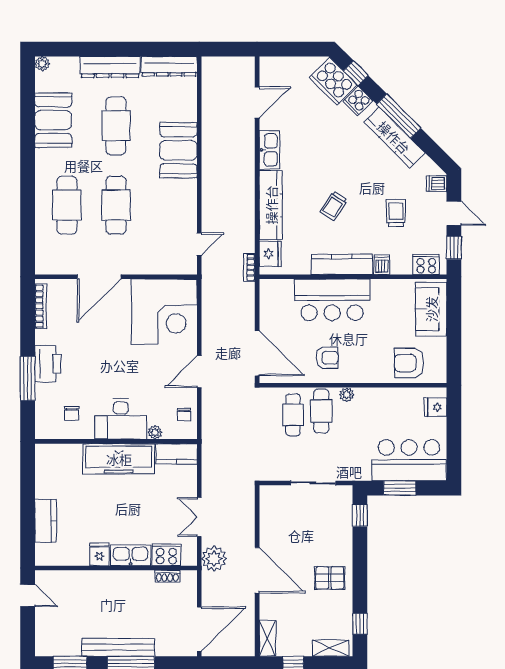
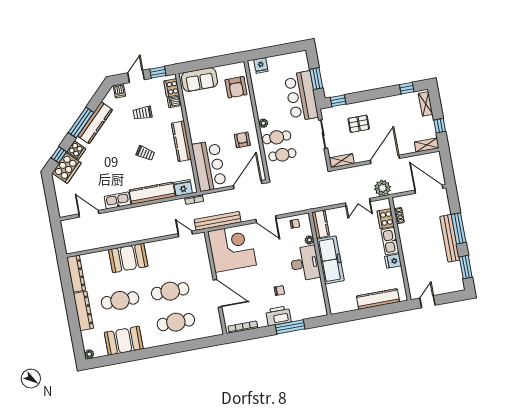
dishwasher: (382, 265) -> (174, 102), moved
bench: (210, 297) -> (218, 221), added
bar counter: (332, 300) -> (209, 166), moved
chair: (72, 414) -> (279, 291), moved
bar counter: (409, 460) -> (301, 96), moved
shelving: (267, 504) -> (342, 161), added
kitchen counter: (46, 521) -> (378, 299), width x1.50
pallet: (330, 578) -> (359, 124), moved, turned 90

